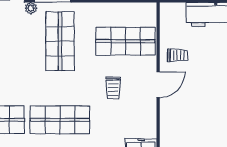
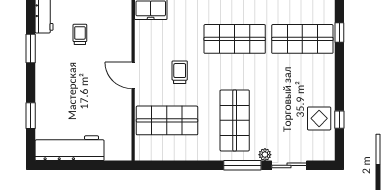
trolley: (178, 55) -> (80, 34), moved, turned 90
door: (158, 85) -> (133, 75), hinge flipped

